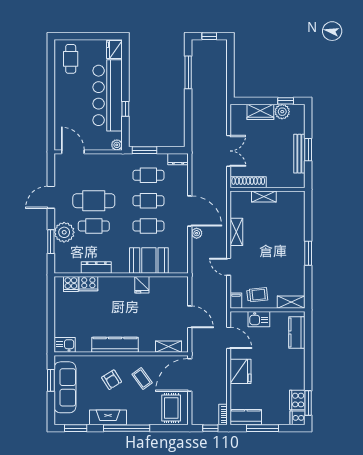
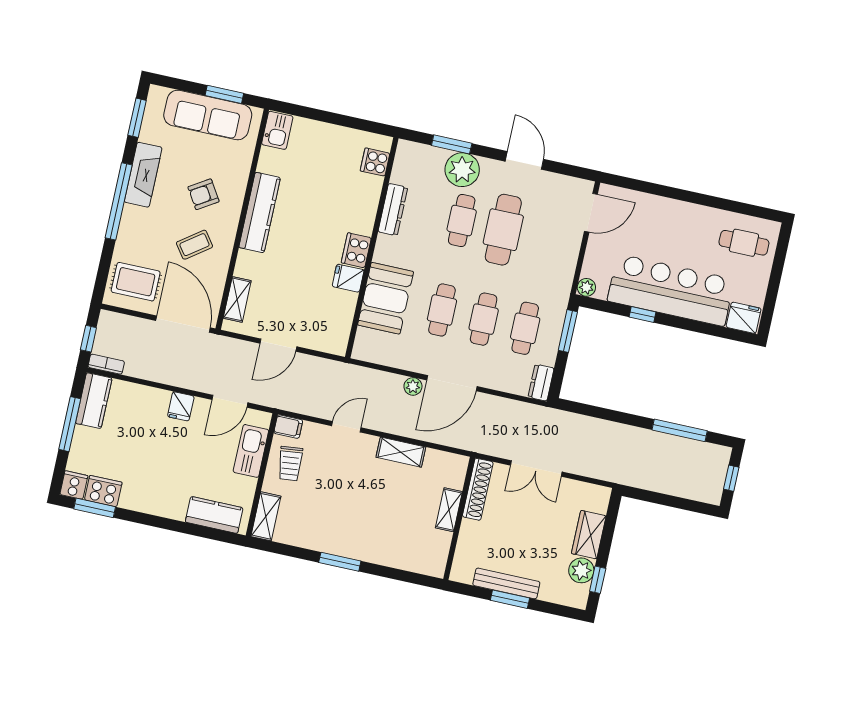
cooker: (88, 284) -> (356, 250), moved
kitchen sink: (259, 319) -> (251, 451), width x1.38
fridge: (241, 371) -> (181, 406), width x0.53, depth x0.75

